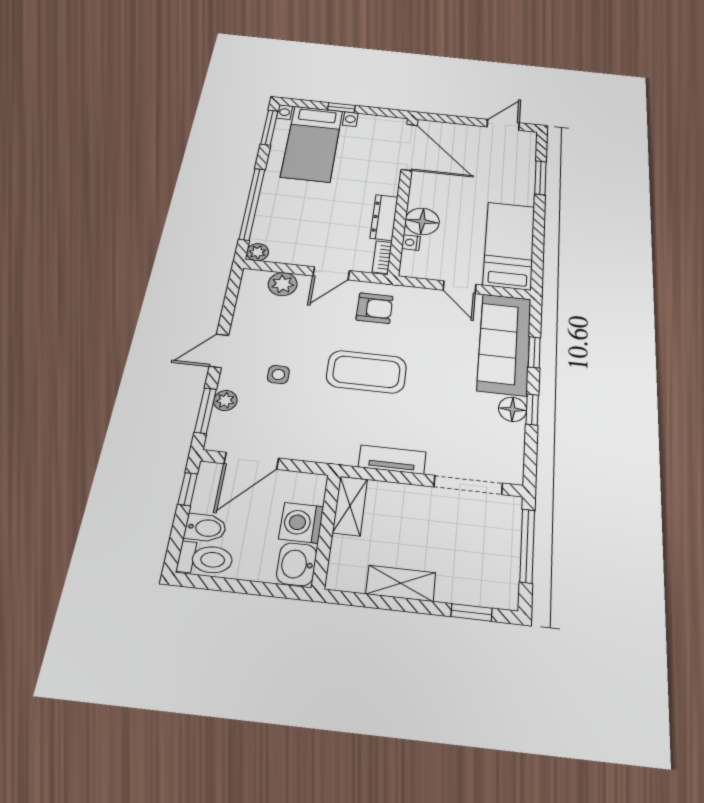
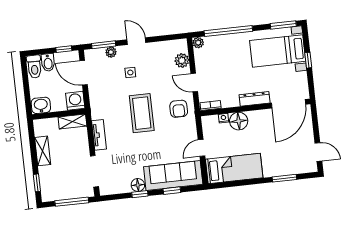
dresser: (384, 217) -> (255, 99), moved
washing machine: (301, 523) -> (75, 101), moved

